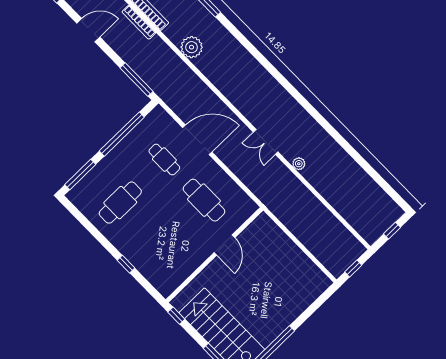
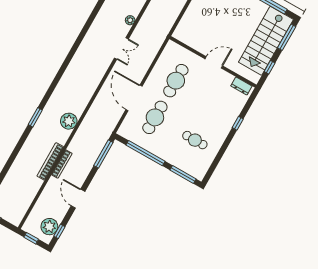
cafe table: (164, 160) -> (155, 117), width x1.37, depth x1.35
cafe table: (120, 203) -> (195, 140), width x0.73, depth x0.74
door: (224, 245) -> (214, 62), moved
dresser: (173, 283) -> (241, 86), added
window: (176, 316) -> (270, 67), moved

